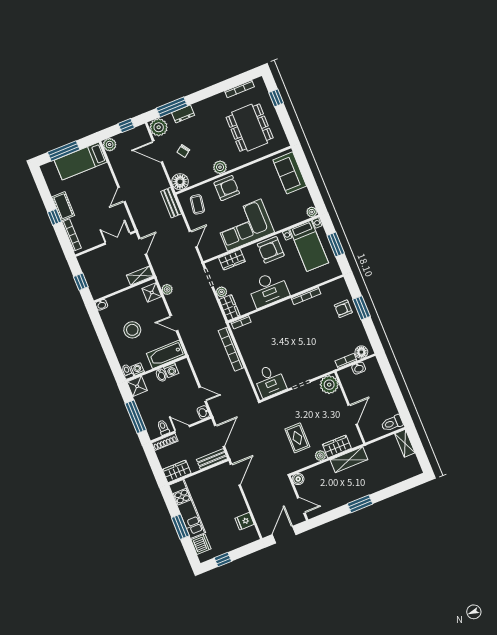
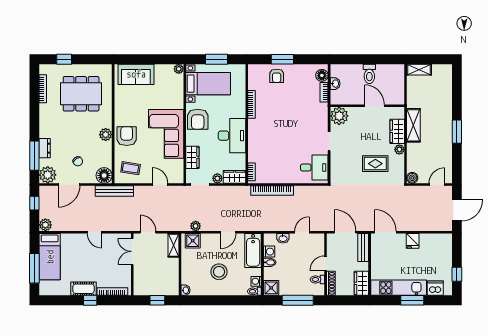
bench: (171, 203) -> (114, 191), width x1.36
washbasin: (203, 412) -> (283, 238), moved
toilet: (392, 423) -> (369, 74), moved
fridge: (244, 521) -> (413, 241), moved
door: (284, 535) -> (457, 210), swing flipped

